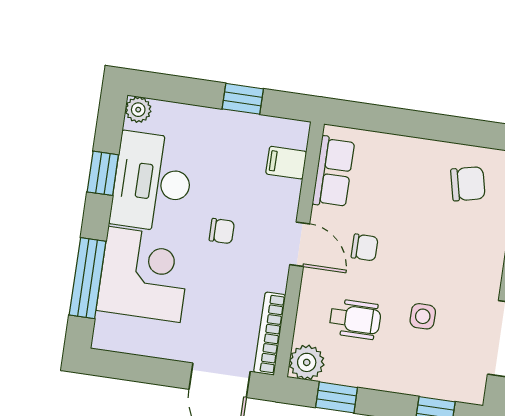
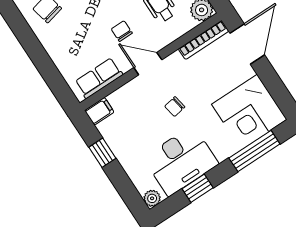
filing cabinet: (286, 163) -> (99, 111), moved, turned -90
chair: (222, 231) -> (175, 107), turned -100
door: (300, 244) -> (148, 64), hinge flipped
corner desk: (144, 274) -> (249, 112), moved, turned -90

